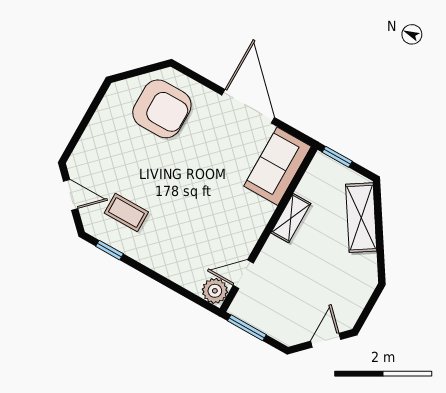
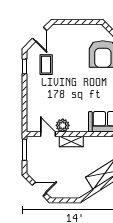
shelving: (291, 218) -> (71, 141), moved
plant: (215, 291) -> (63, 125), moved

